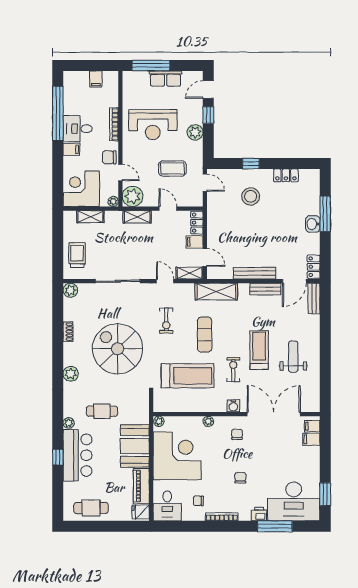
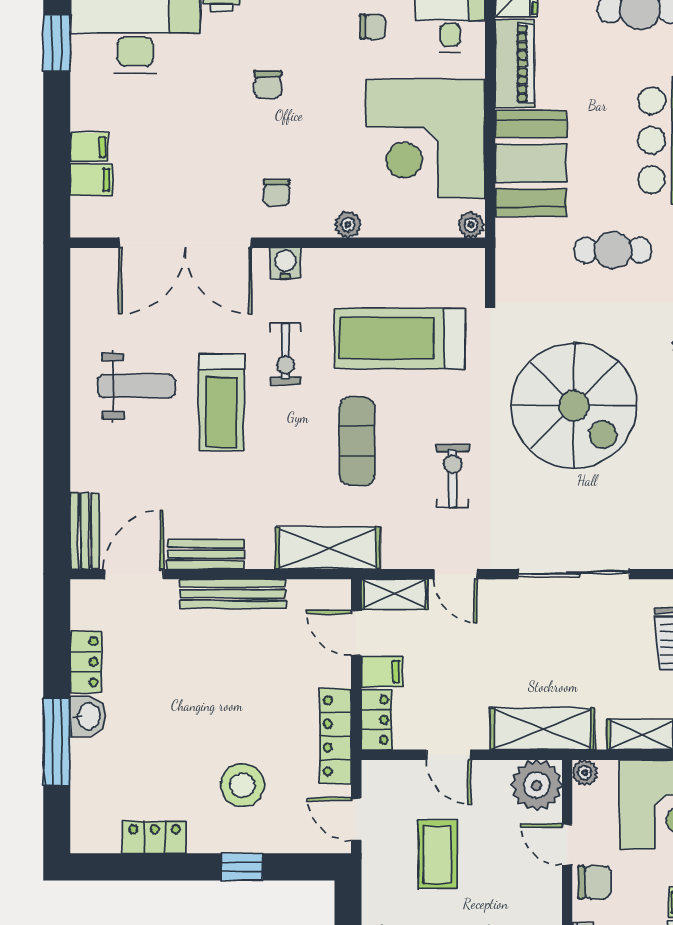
coffee table: (172, 168) -> (437, 855), turned 90
locker: (213, 216) -> (336, 736), added
shelving: (137, 217) -> (542, 729), width x1.50, depth x1.33
locker: (314, 267) -> (86, 662), moved
weight bench: (293, 357) -> (136, 386), turned -90
filing cabinet: (312, 426) -> (89, 147), moved

